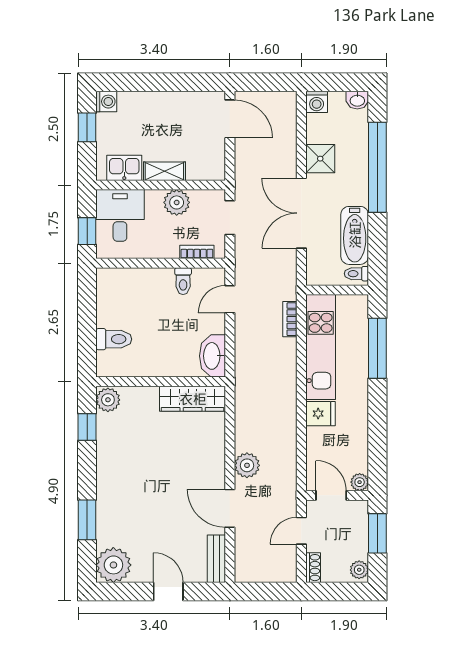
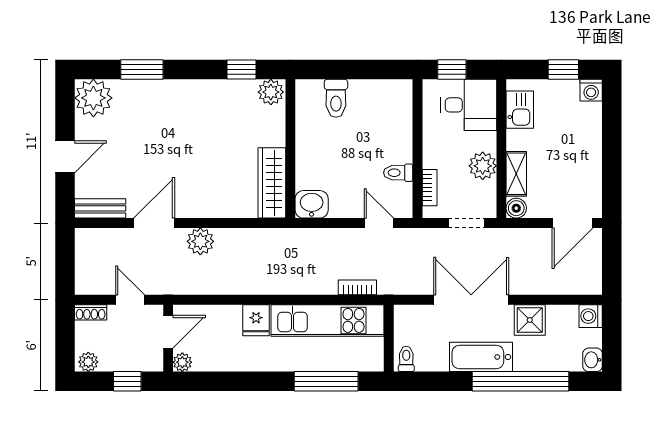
shelving: (164, 171) -> (516, 174), moved
boiler: (216, 171) -> (516, 208), added
bathtub: (355, 235) -> (481, 357), moved
washbasin: (213, 356) -> (312, 204), width x0.72
window: (377, 533) -> (127, 381), width x0.67

